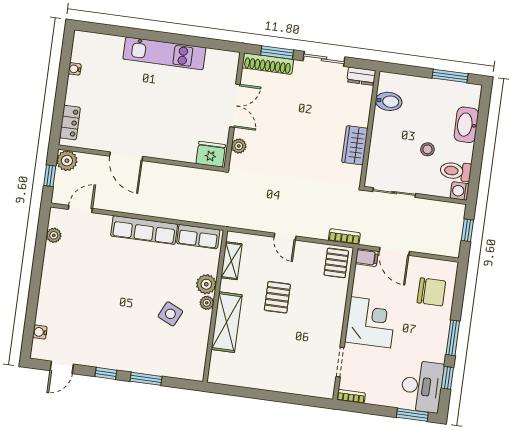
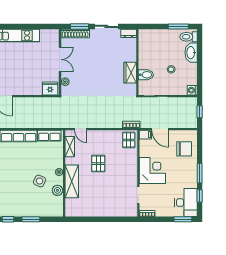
bidet: (389, 101) -> (146, 75), moved
toilet: (456, 171) -> (189, 37), moved
door: (285, 237) -> (81, 129), moved
plant: (206, 284) -> (57, 190), moved

